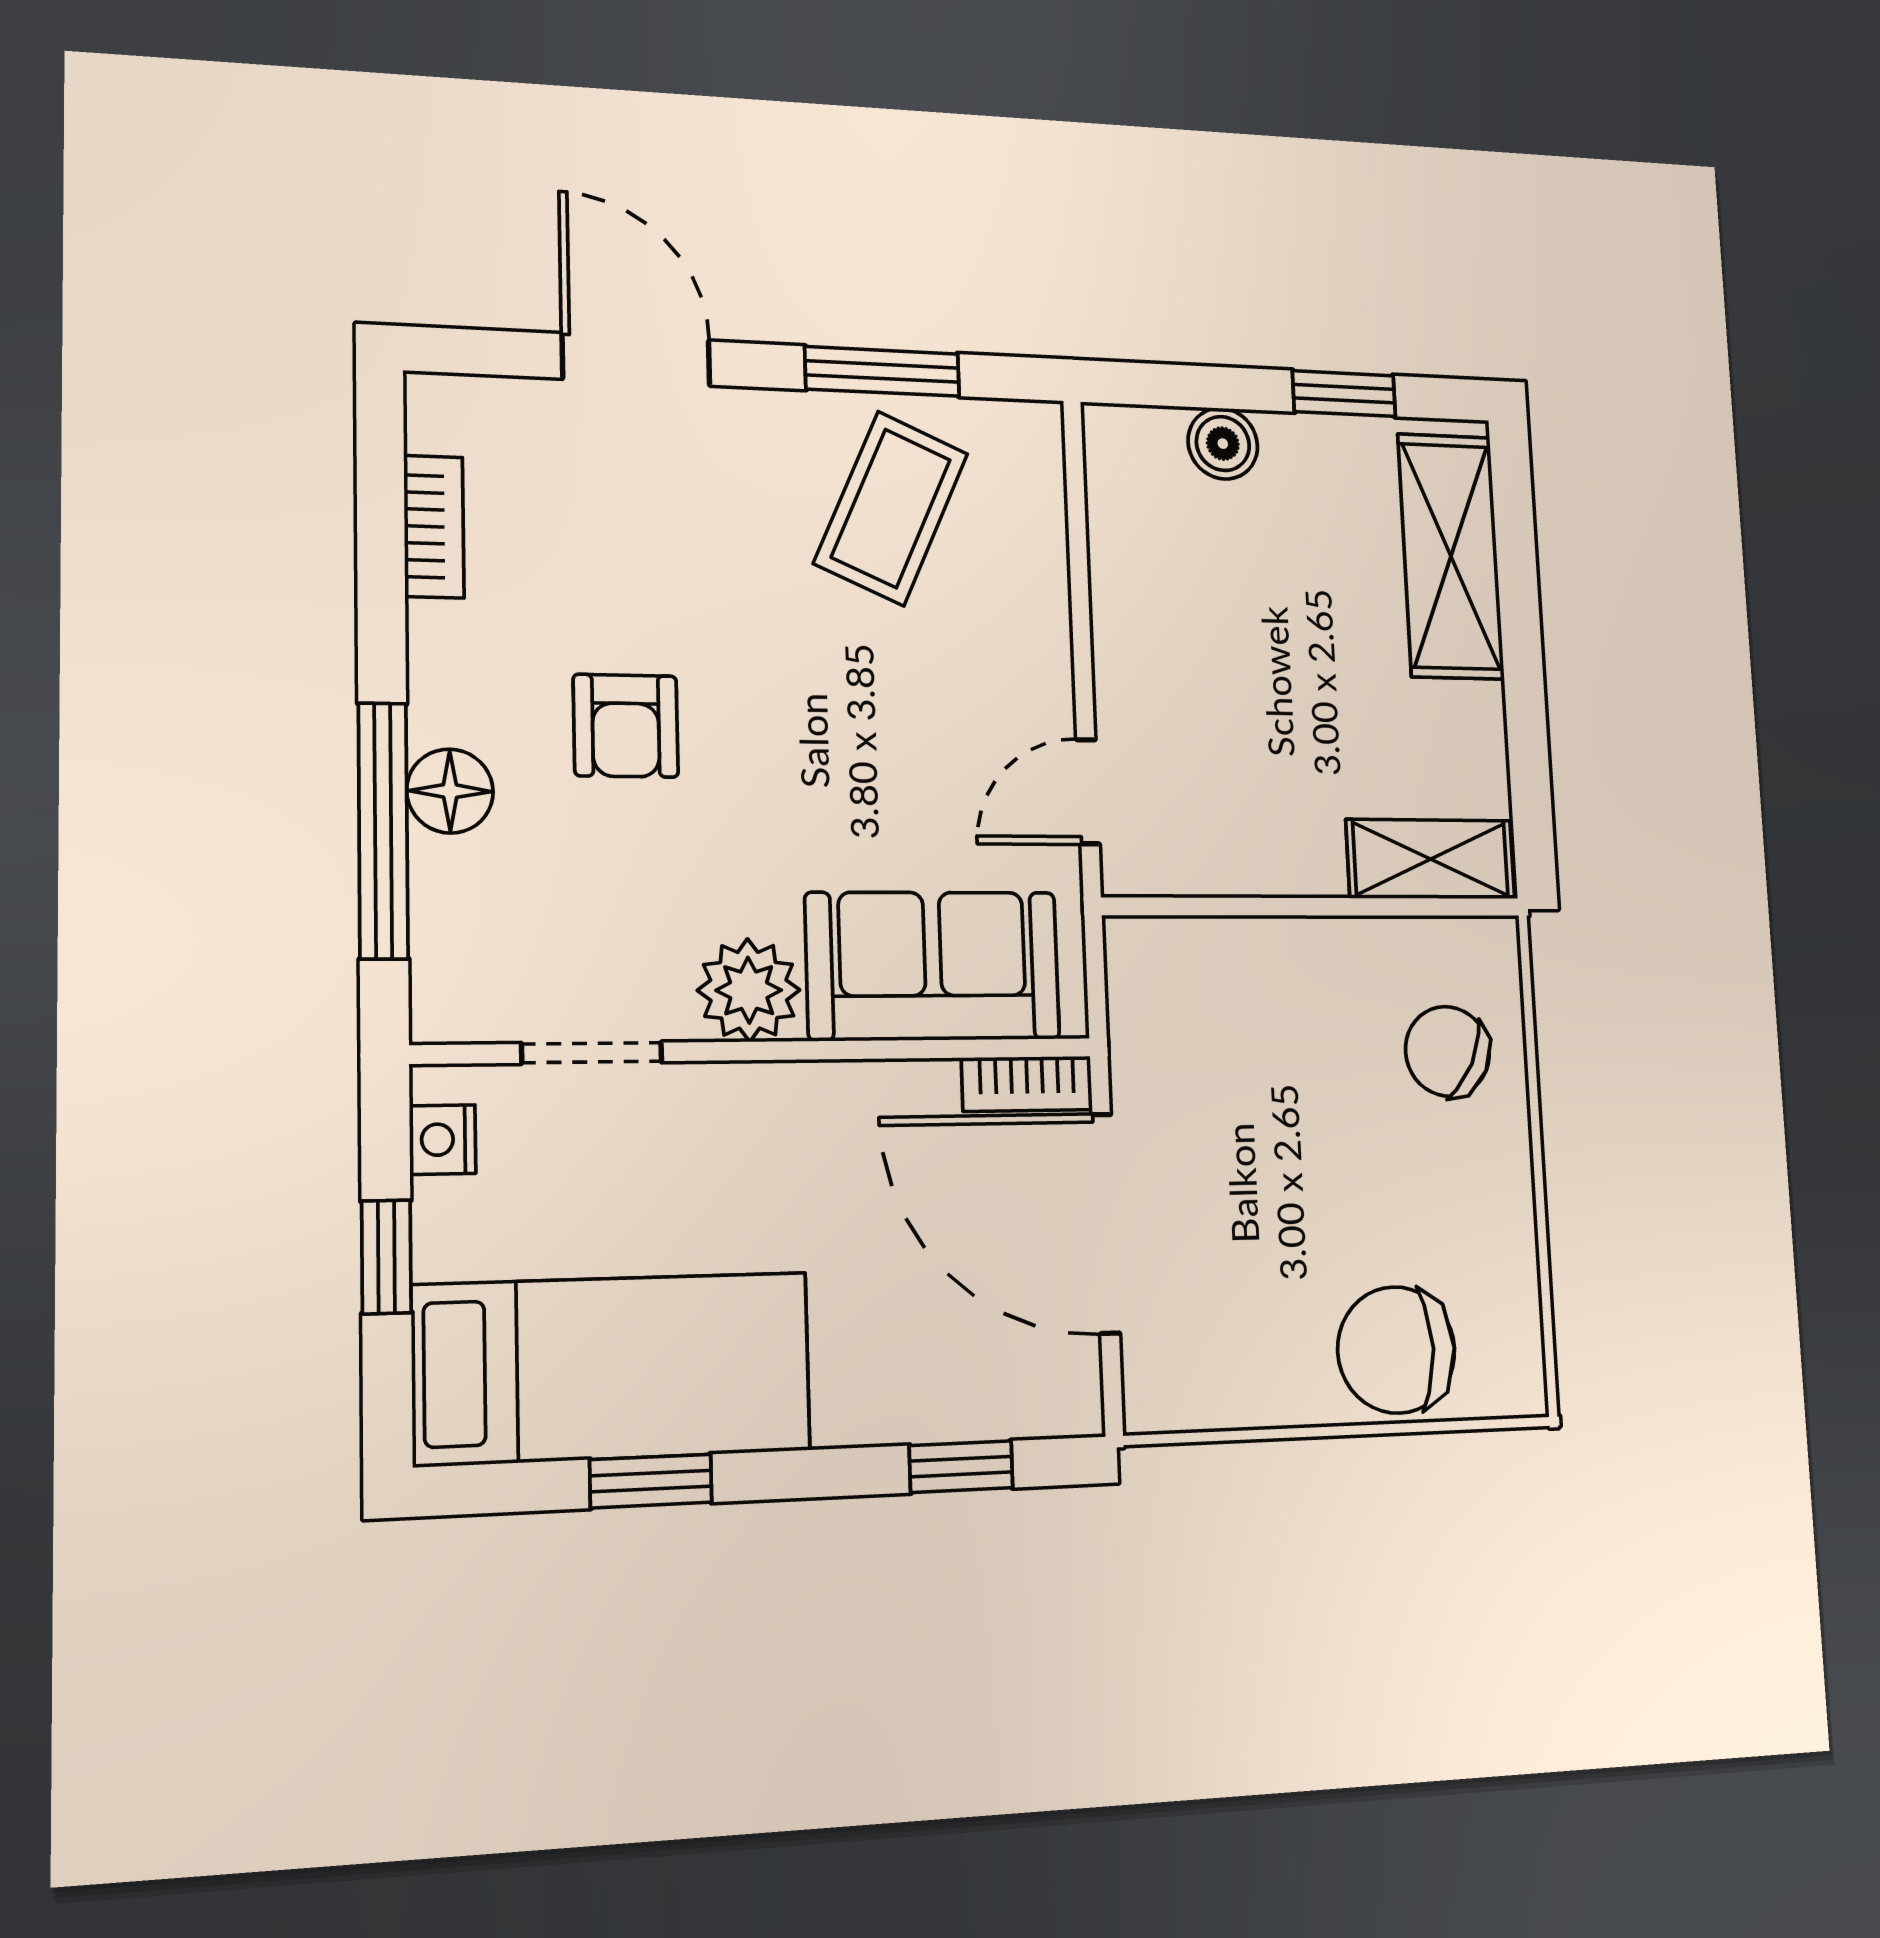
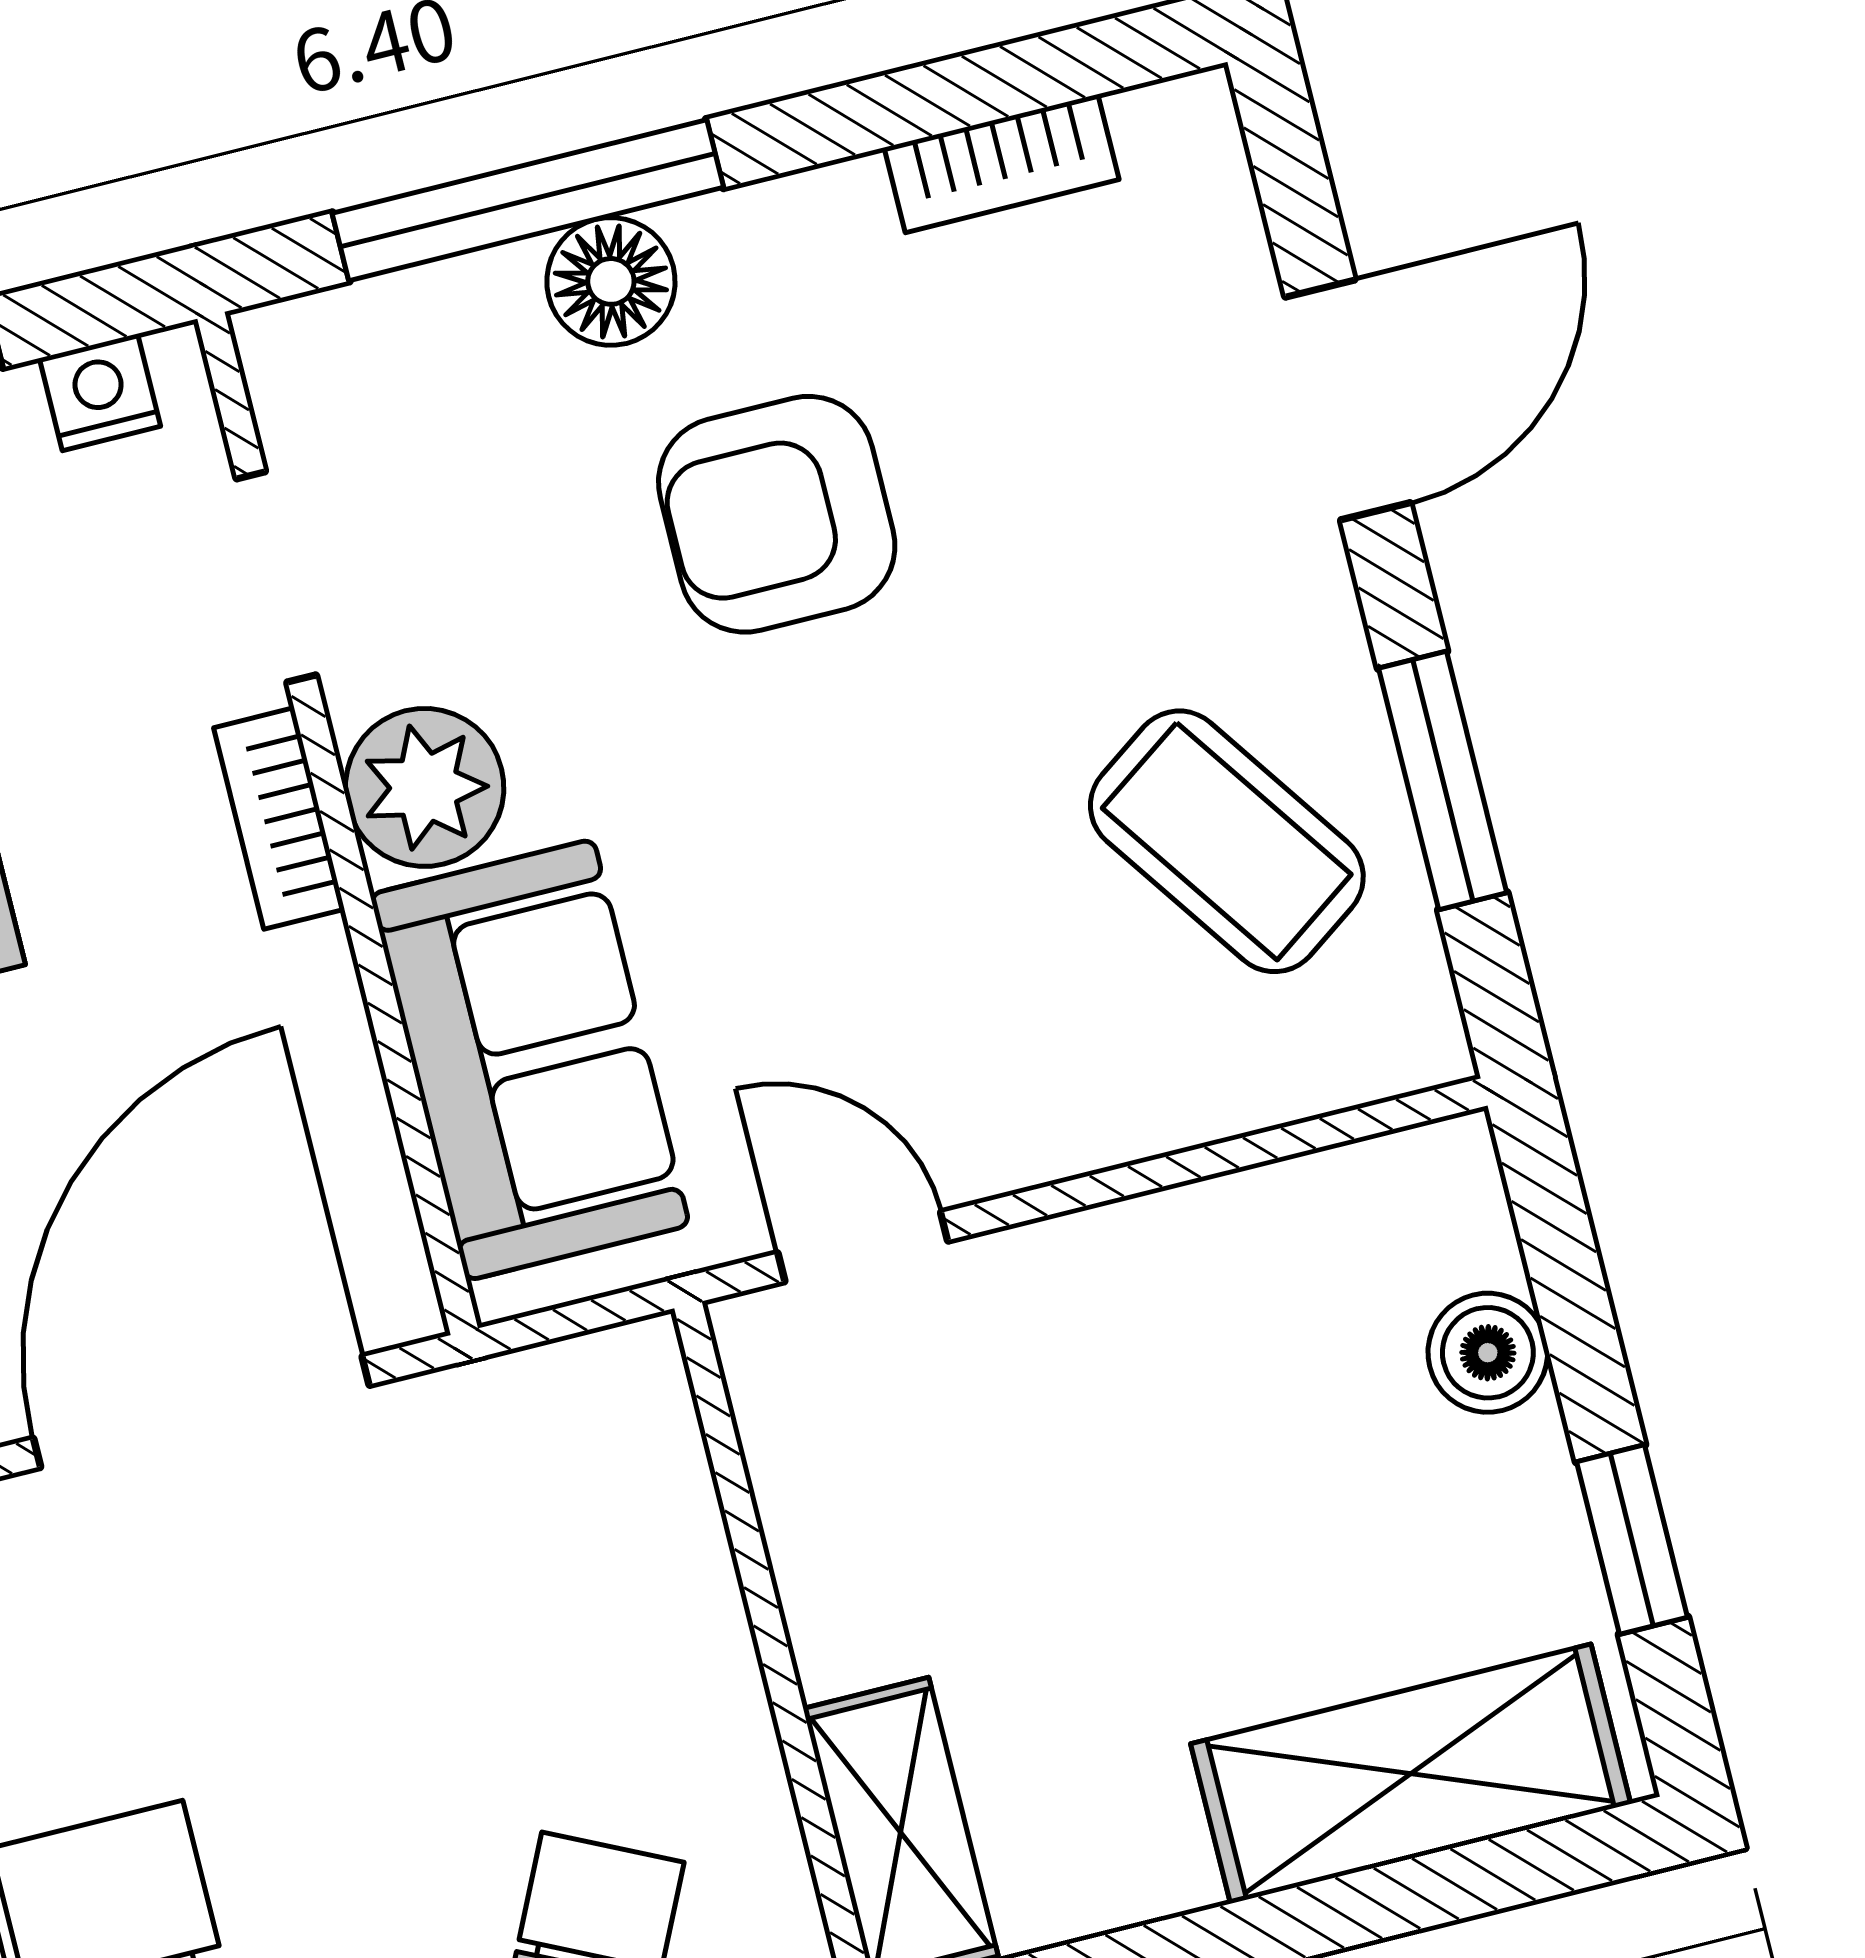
coffee table: (891, 508) -> (1227, 841), turned 31
armchair: (626, 726) -> (777, 514), width x1.38, depth x1.38
bookcase: (1027, 1084) -> (279, 818), moved

